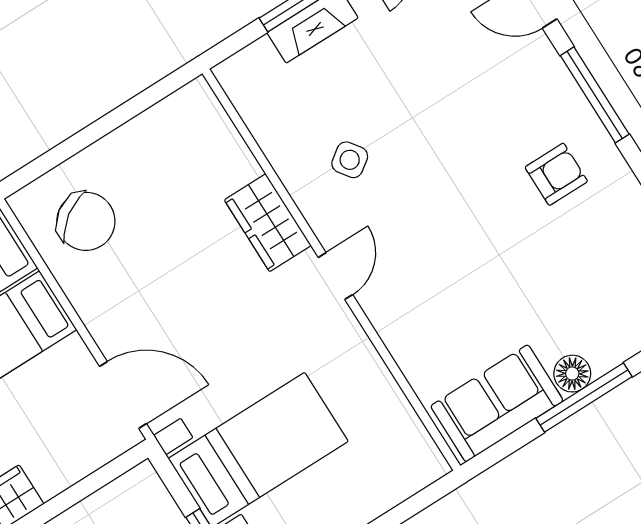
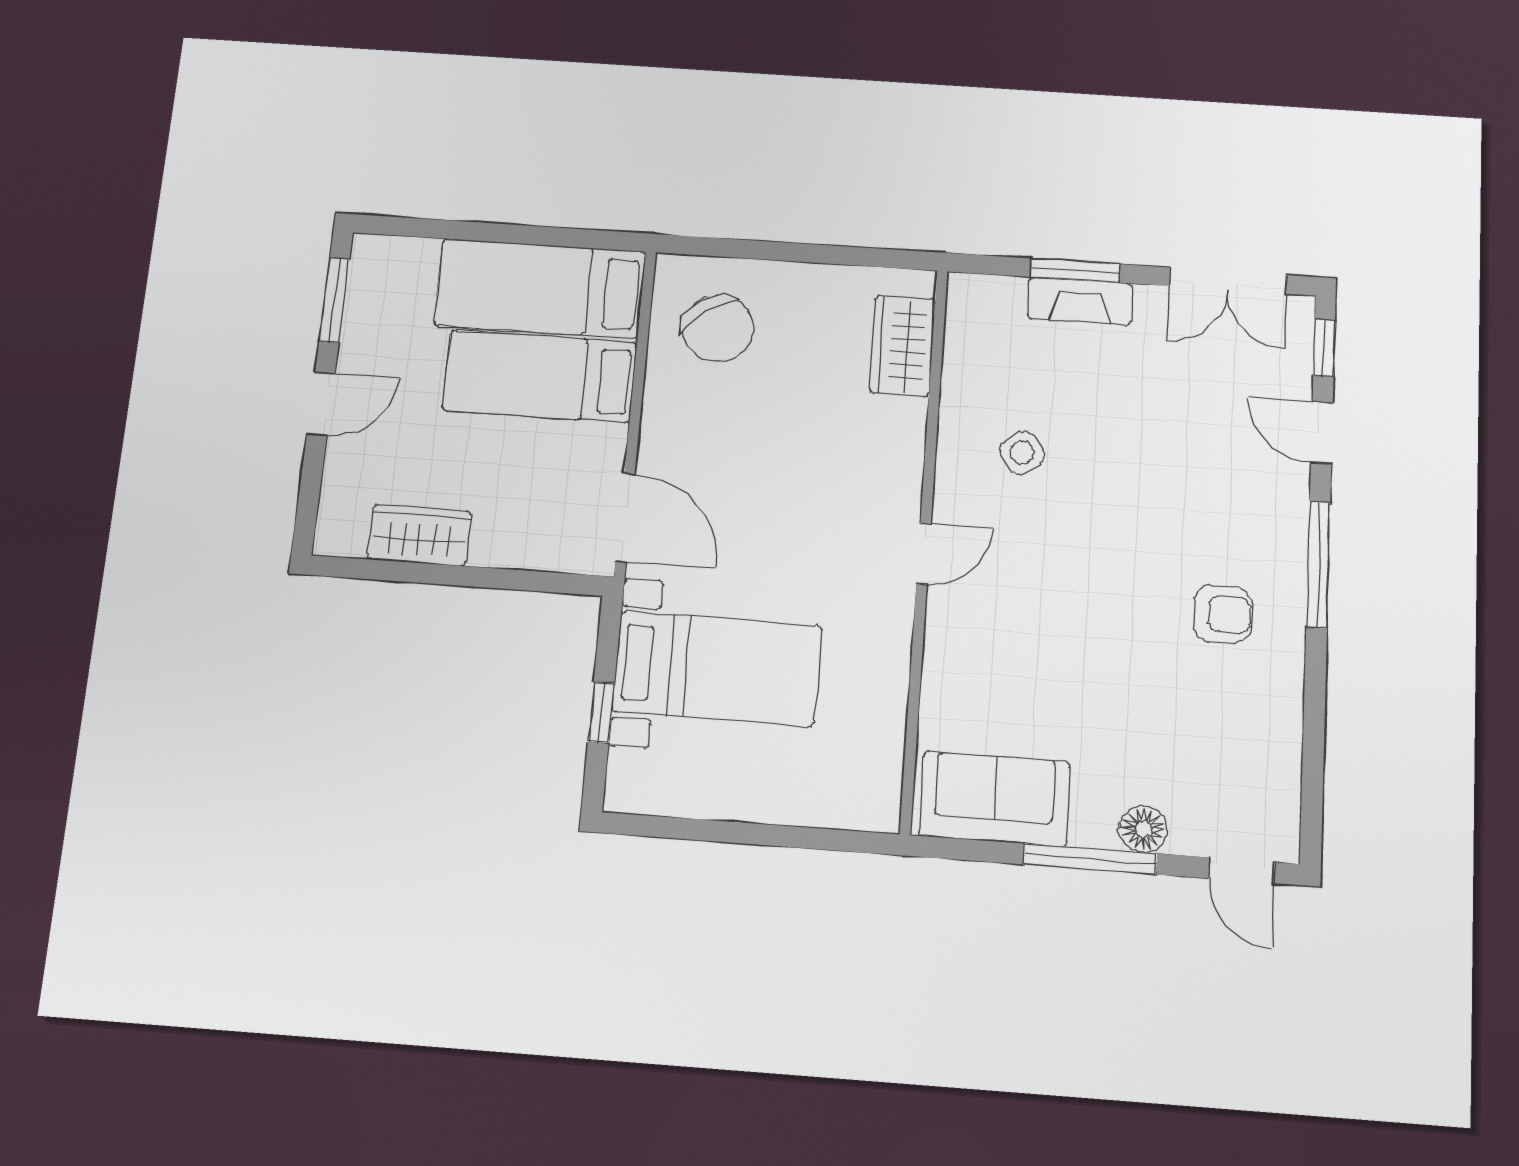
wardrobe: (268, 223) -> (902, 346), moved
floor lamp: (572, 374) -> (1143, 829), moved

